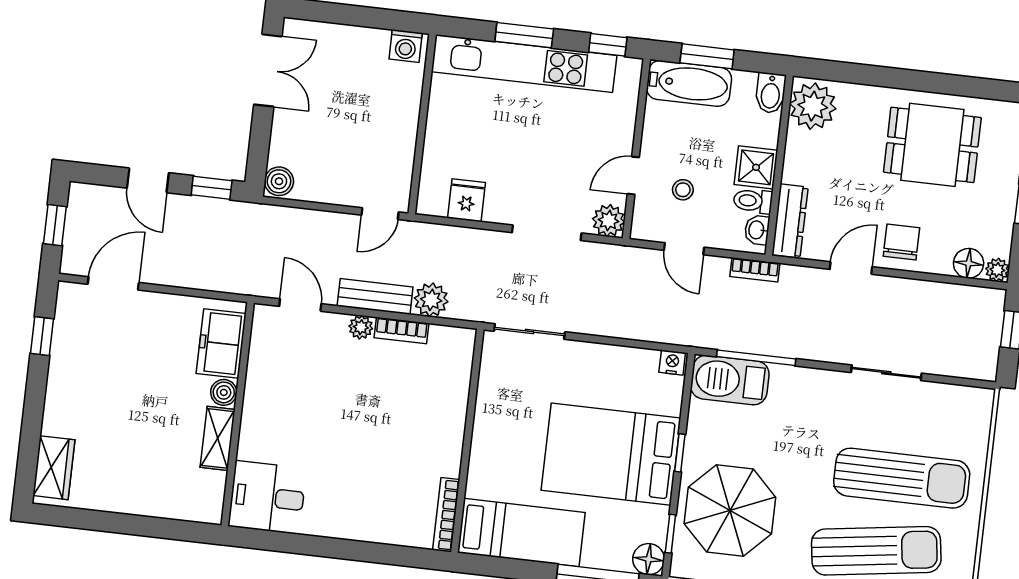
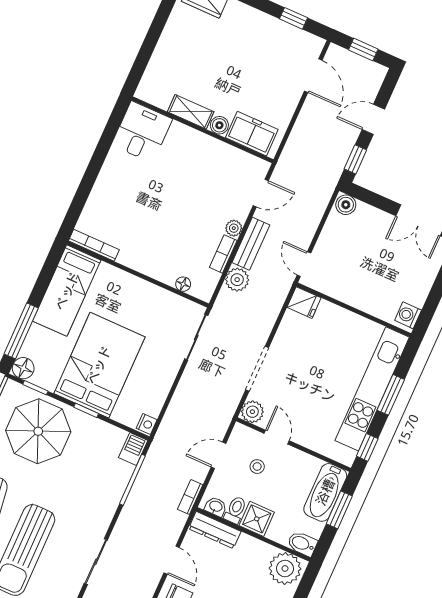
fridge: (467, 200) -> (304, 303), moved
floor lamp: (461, 373) -> (183, 284), added
barbecue: (730, 380) -> (133, 449), width x0.53, depth x0.65

